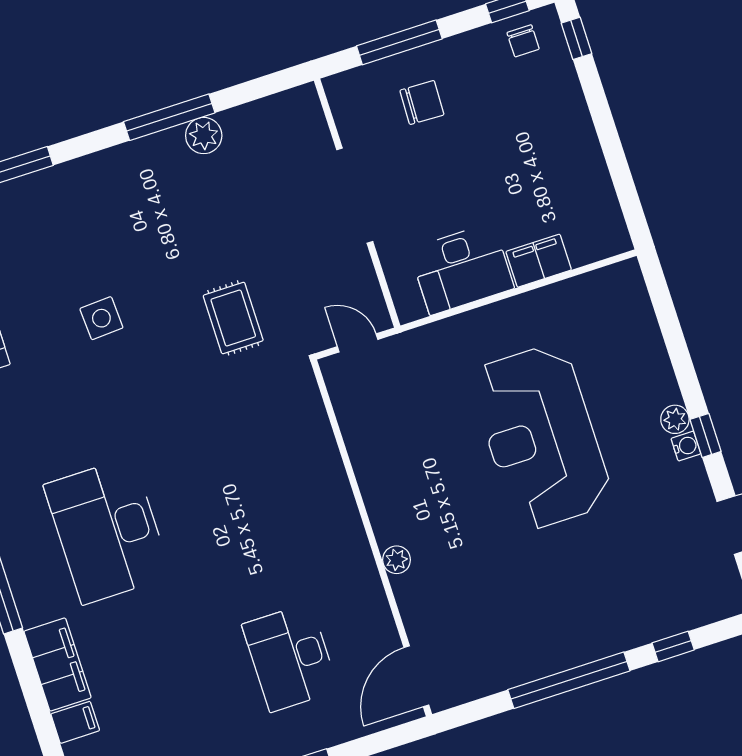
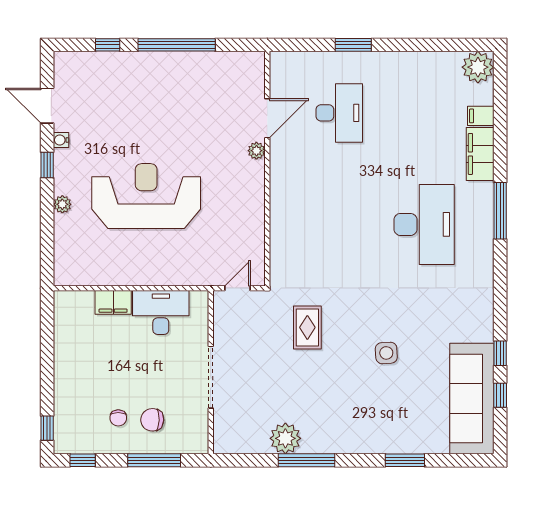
chair: (523, 41) -> (118, 418), moved, turned 180
plant: (204, 136) -> (285, 438), width x1.36, depth x1.36
door: (358, 343) -> (238, 288), swing flipped
plant: (675, 419) -> (62, 204), moved
reception desk: (541, 437) -> (146, 196), turned -90
water cooler: (686, 446) -> (61, 140), moved
door: (416, 676) -> (267, 118), moved

